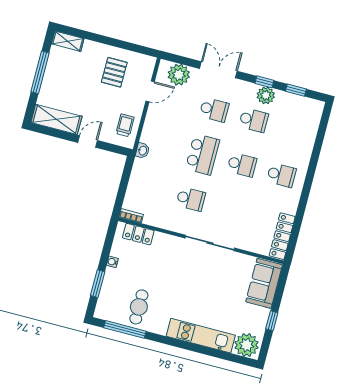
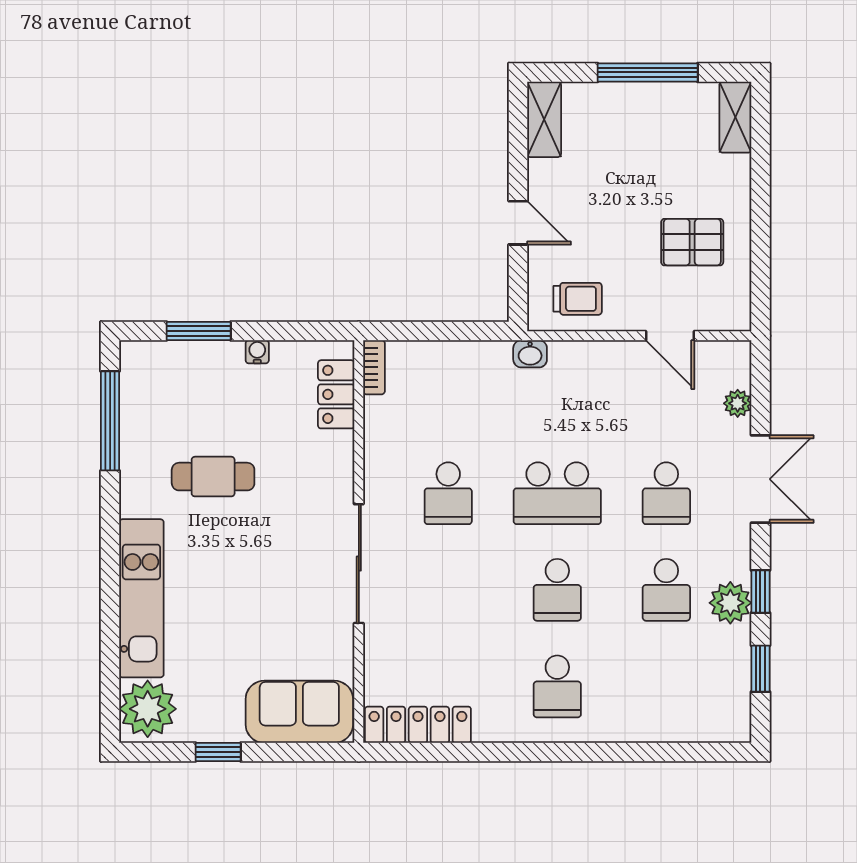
plant: (179, 75) -> (738, 403), width x0.53, depth x0.53
shelving: (56, 119) -> (544, 119), width x0.67, depth x0.75
cafe table: (139, 307) -> (213, 477), moved

